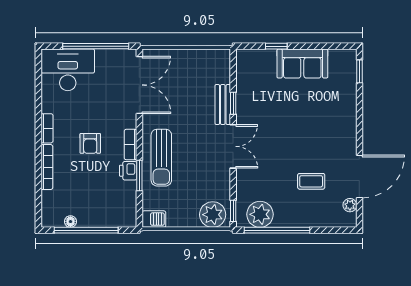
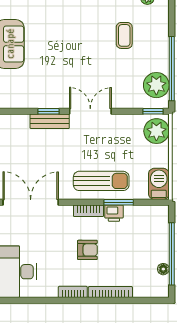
barbecue: (154, 219) -> (159, 184), width x1.38, depth x1.27

